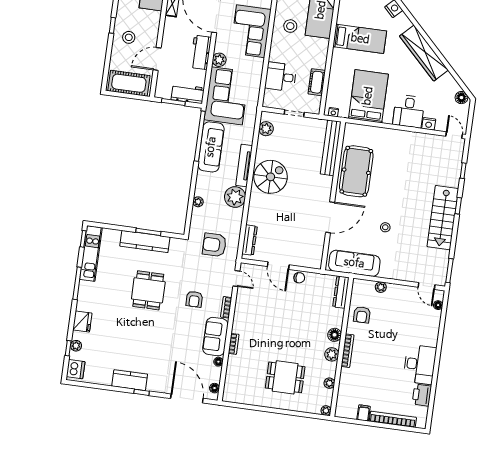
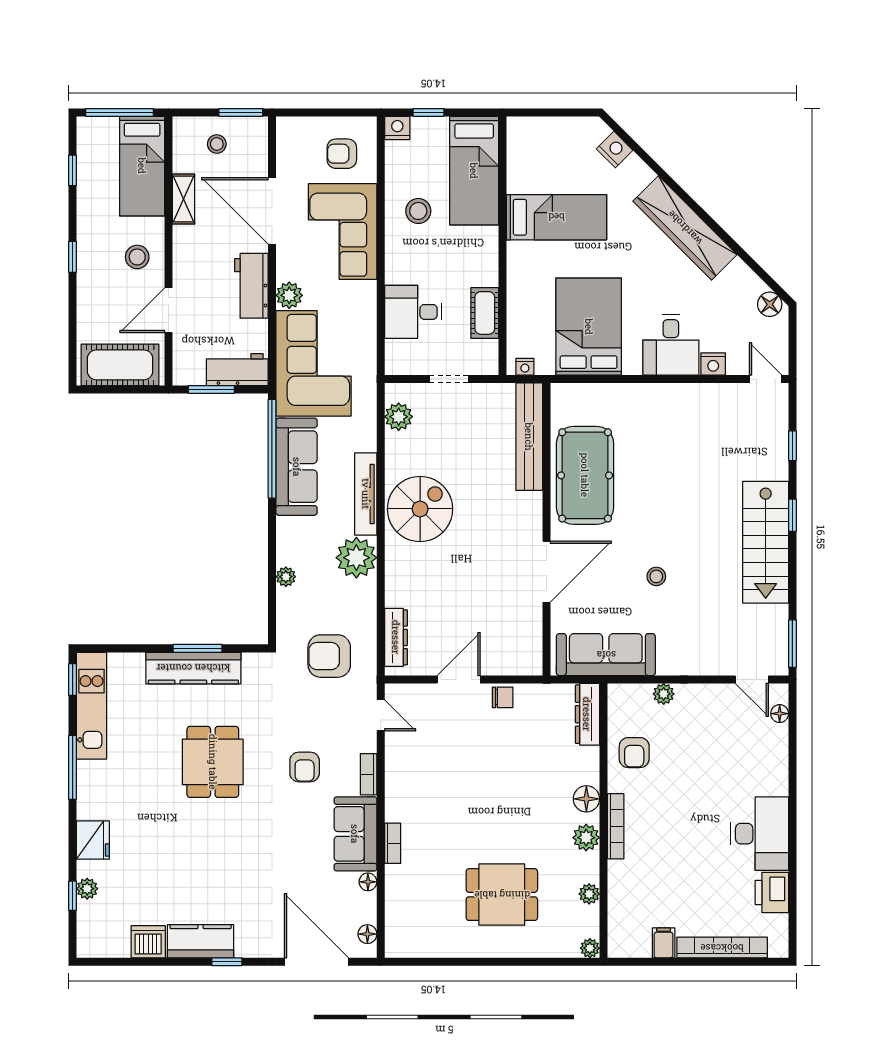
stool: (129, 37) -> (137, 257), moved
door: (278, 266) -> (459, 679), swing flipped
dishwasher: (76, 369) -> (148, 942), moved, turned -90

